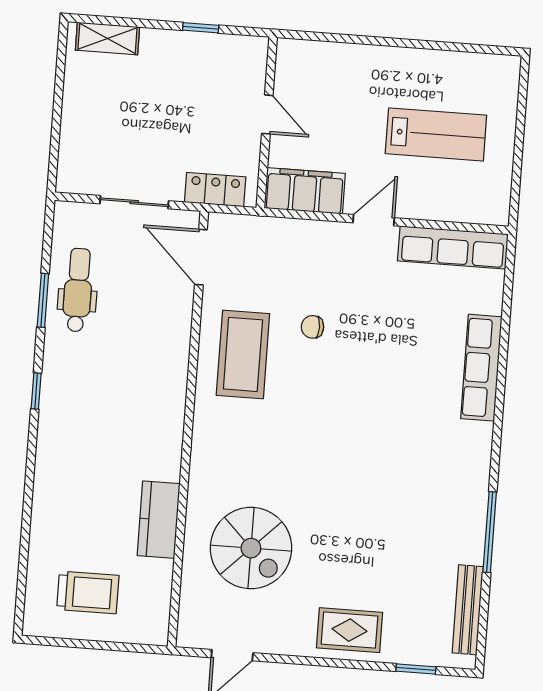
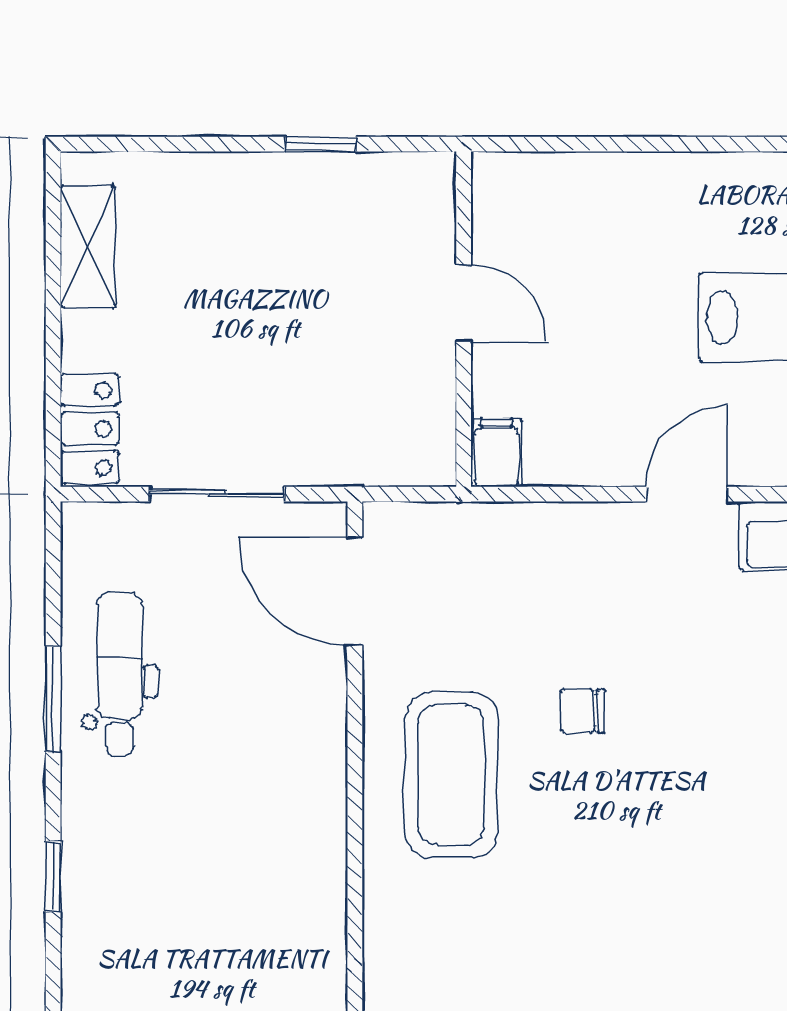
shelving: (108, 39) -> (88, 246), moved, turned 90
locker: (215, 190) -> (90, 429), moved, turned 90
filing cabinet: (305, 191) -> (496, 453), width x0.33, depth x0.86

